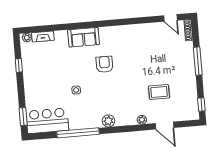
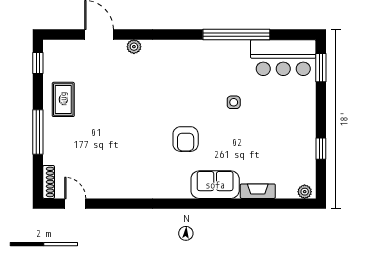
fireplace: (43, 37) -> (258, 191), moved
rug: (159, 92) -> (63, 99), moved, turned 90
plant: (108, 121) -> (187, 49), removed

